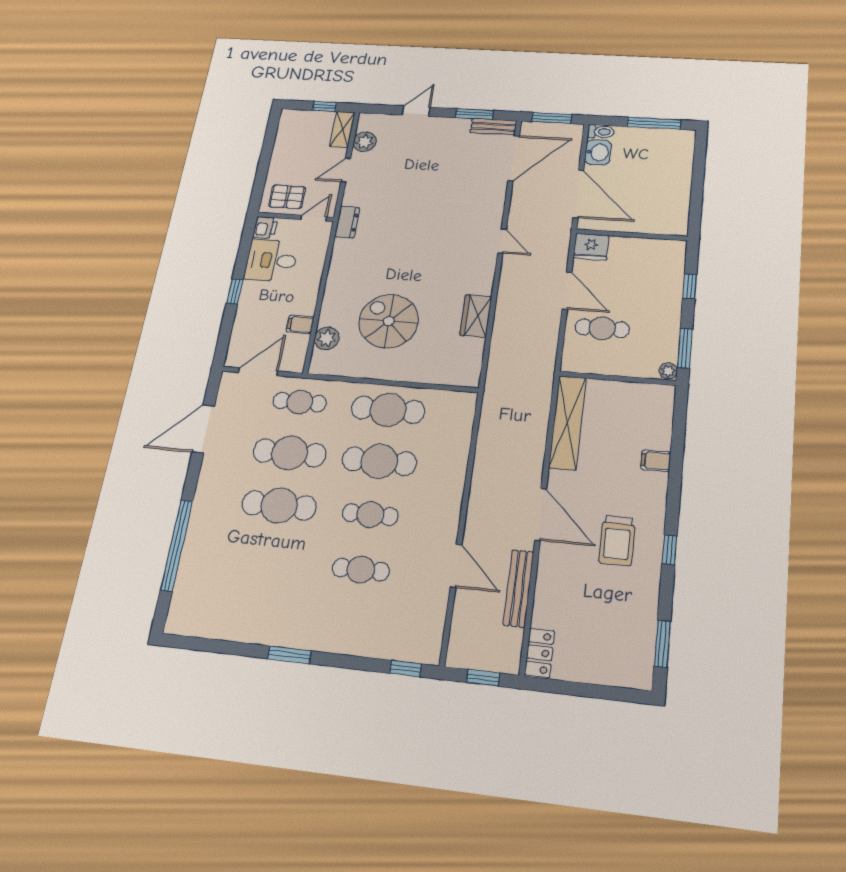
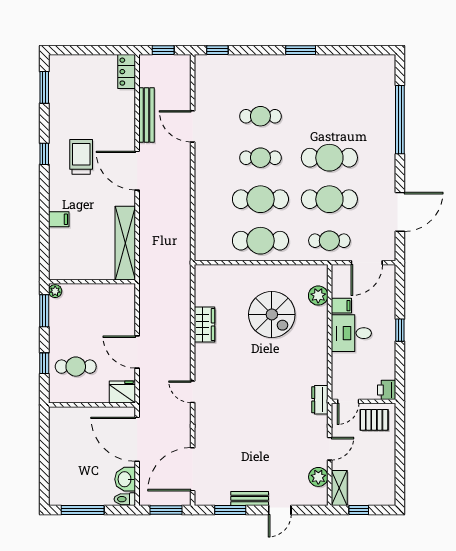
bench: (493, 127) -> (250, 498), moved
desk: (271, 260) -> (351, 333), moved, turned 180
cafe table: (602, 328) -> (76, 367), moved

